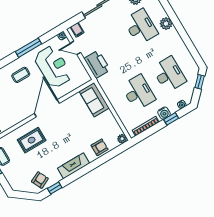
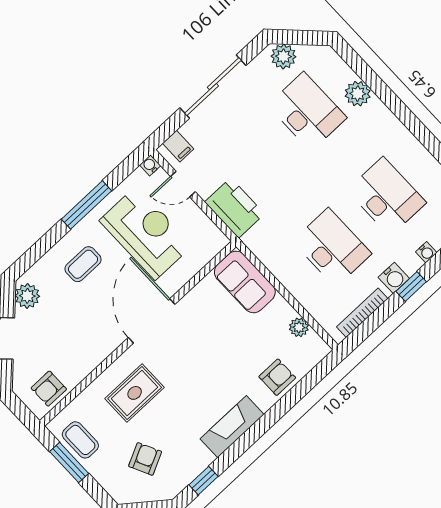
plant: (122, 139) -> (299, 327), moved
armchair: (40, 180) -> (145, 459), moved

